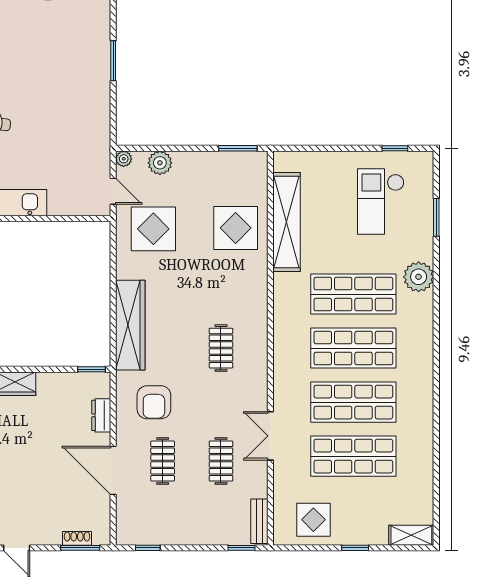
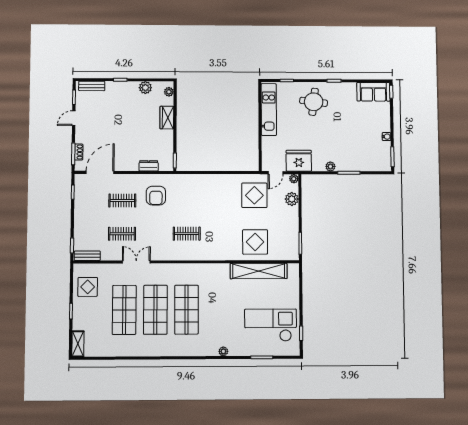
plant: (102, 94) -> (330, 166), added
fridge: (92, 150) -> (299, 161), added
checkout: (381, 202) -> (271, 325), width x1.36, depth x1.21
plant: (419, 277) -> (223, 351), width x0.53, depth x0.53
shop shelf: (353, 294) -> (218, 310), removed
wardrobe: (130, 325) -> (200, 182), removed
armchair: (154, 402) -> (156, 196), turned -90
door: (113, 470) -> (100, 172), moved

